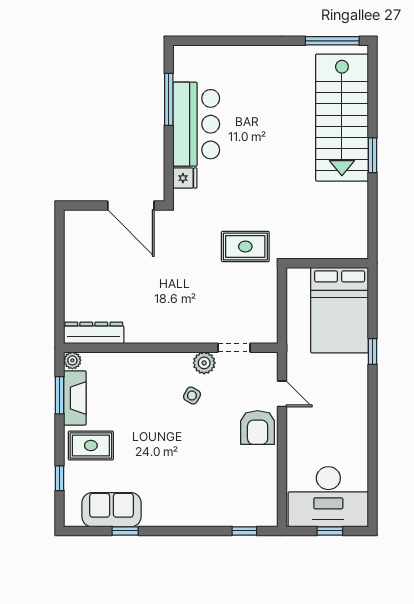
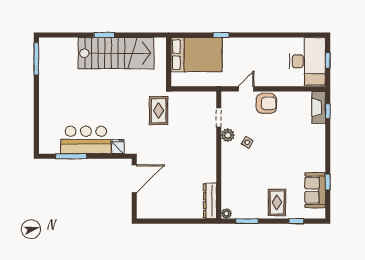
stairs: (342, 118) -> (116, 53), moved
fireplace: (75, 398) -> (319, 107), moved, turned -90

